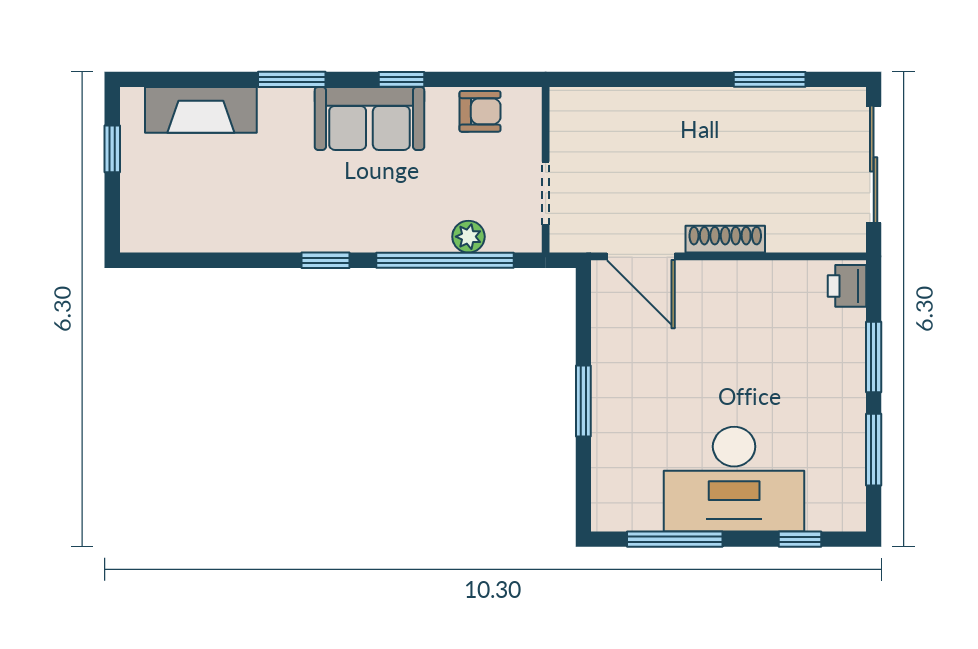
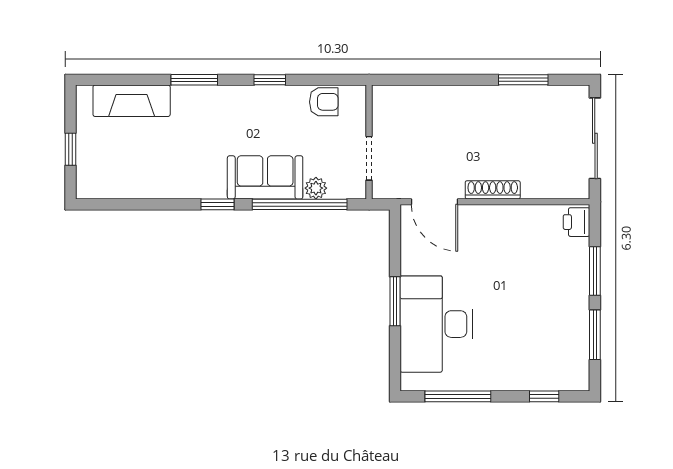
sofa: (369, 118) -> (265, 177), moved, turned 180
window: (112, 149) -> (71, 149), moved
desk: (734, 479) -> (436, 324), moved, turned 90

